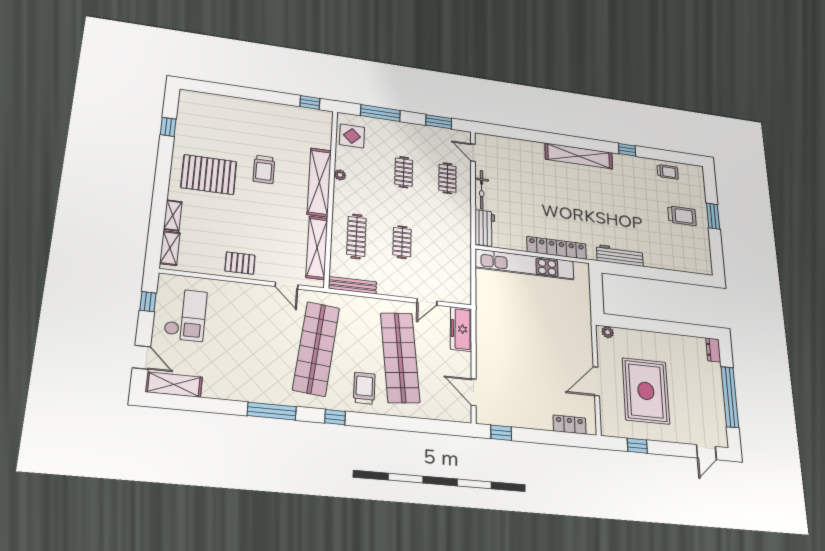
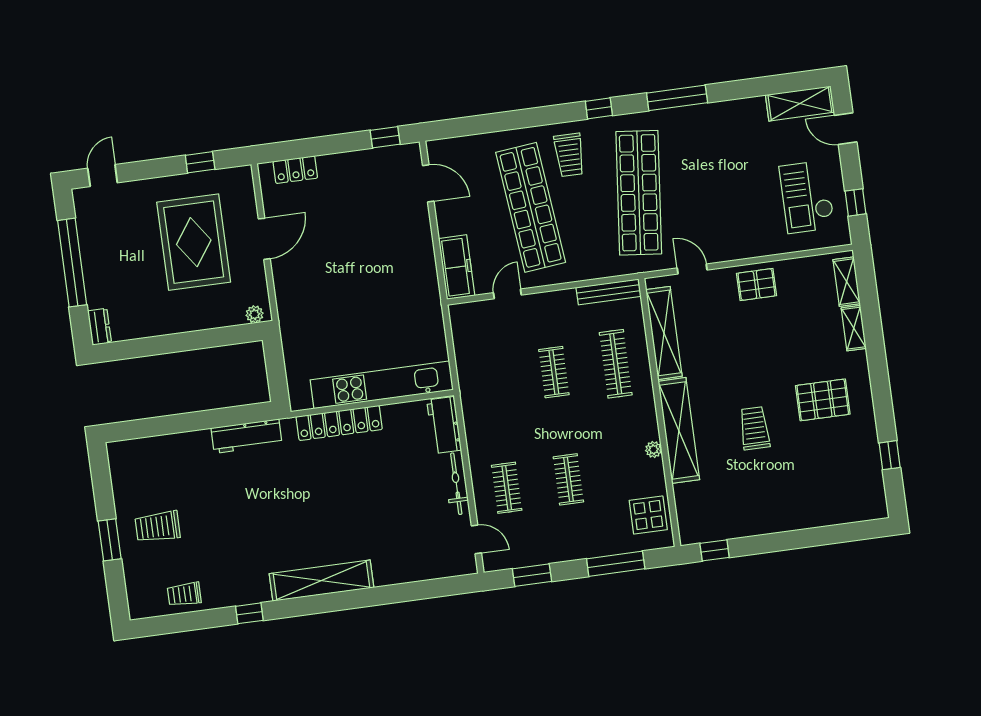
pallet: (209, 175) -> (823, 400), width x0.73, depth x0.71

